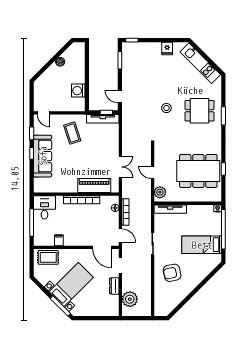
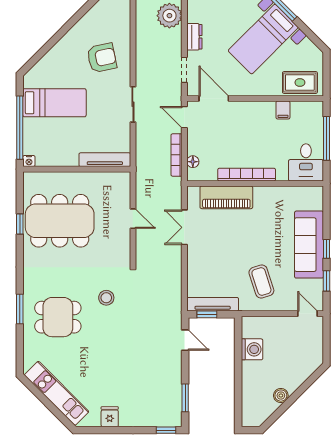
stool: (166, 108) -> (106, 298), moved
plant: (160, 192) -> (121, 187), removed

